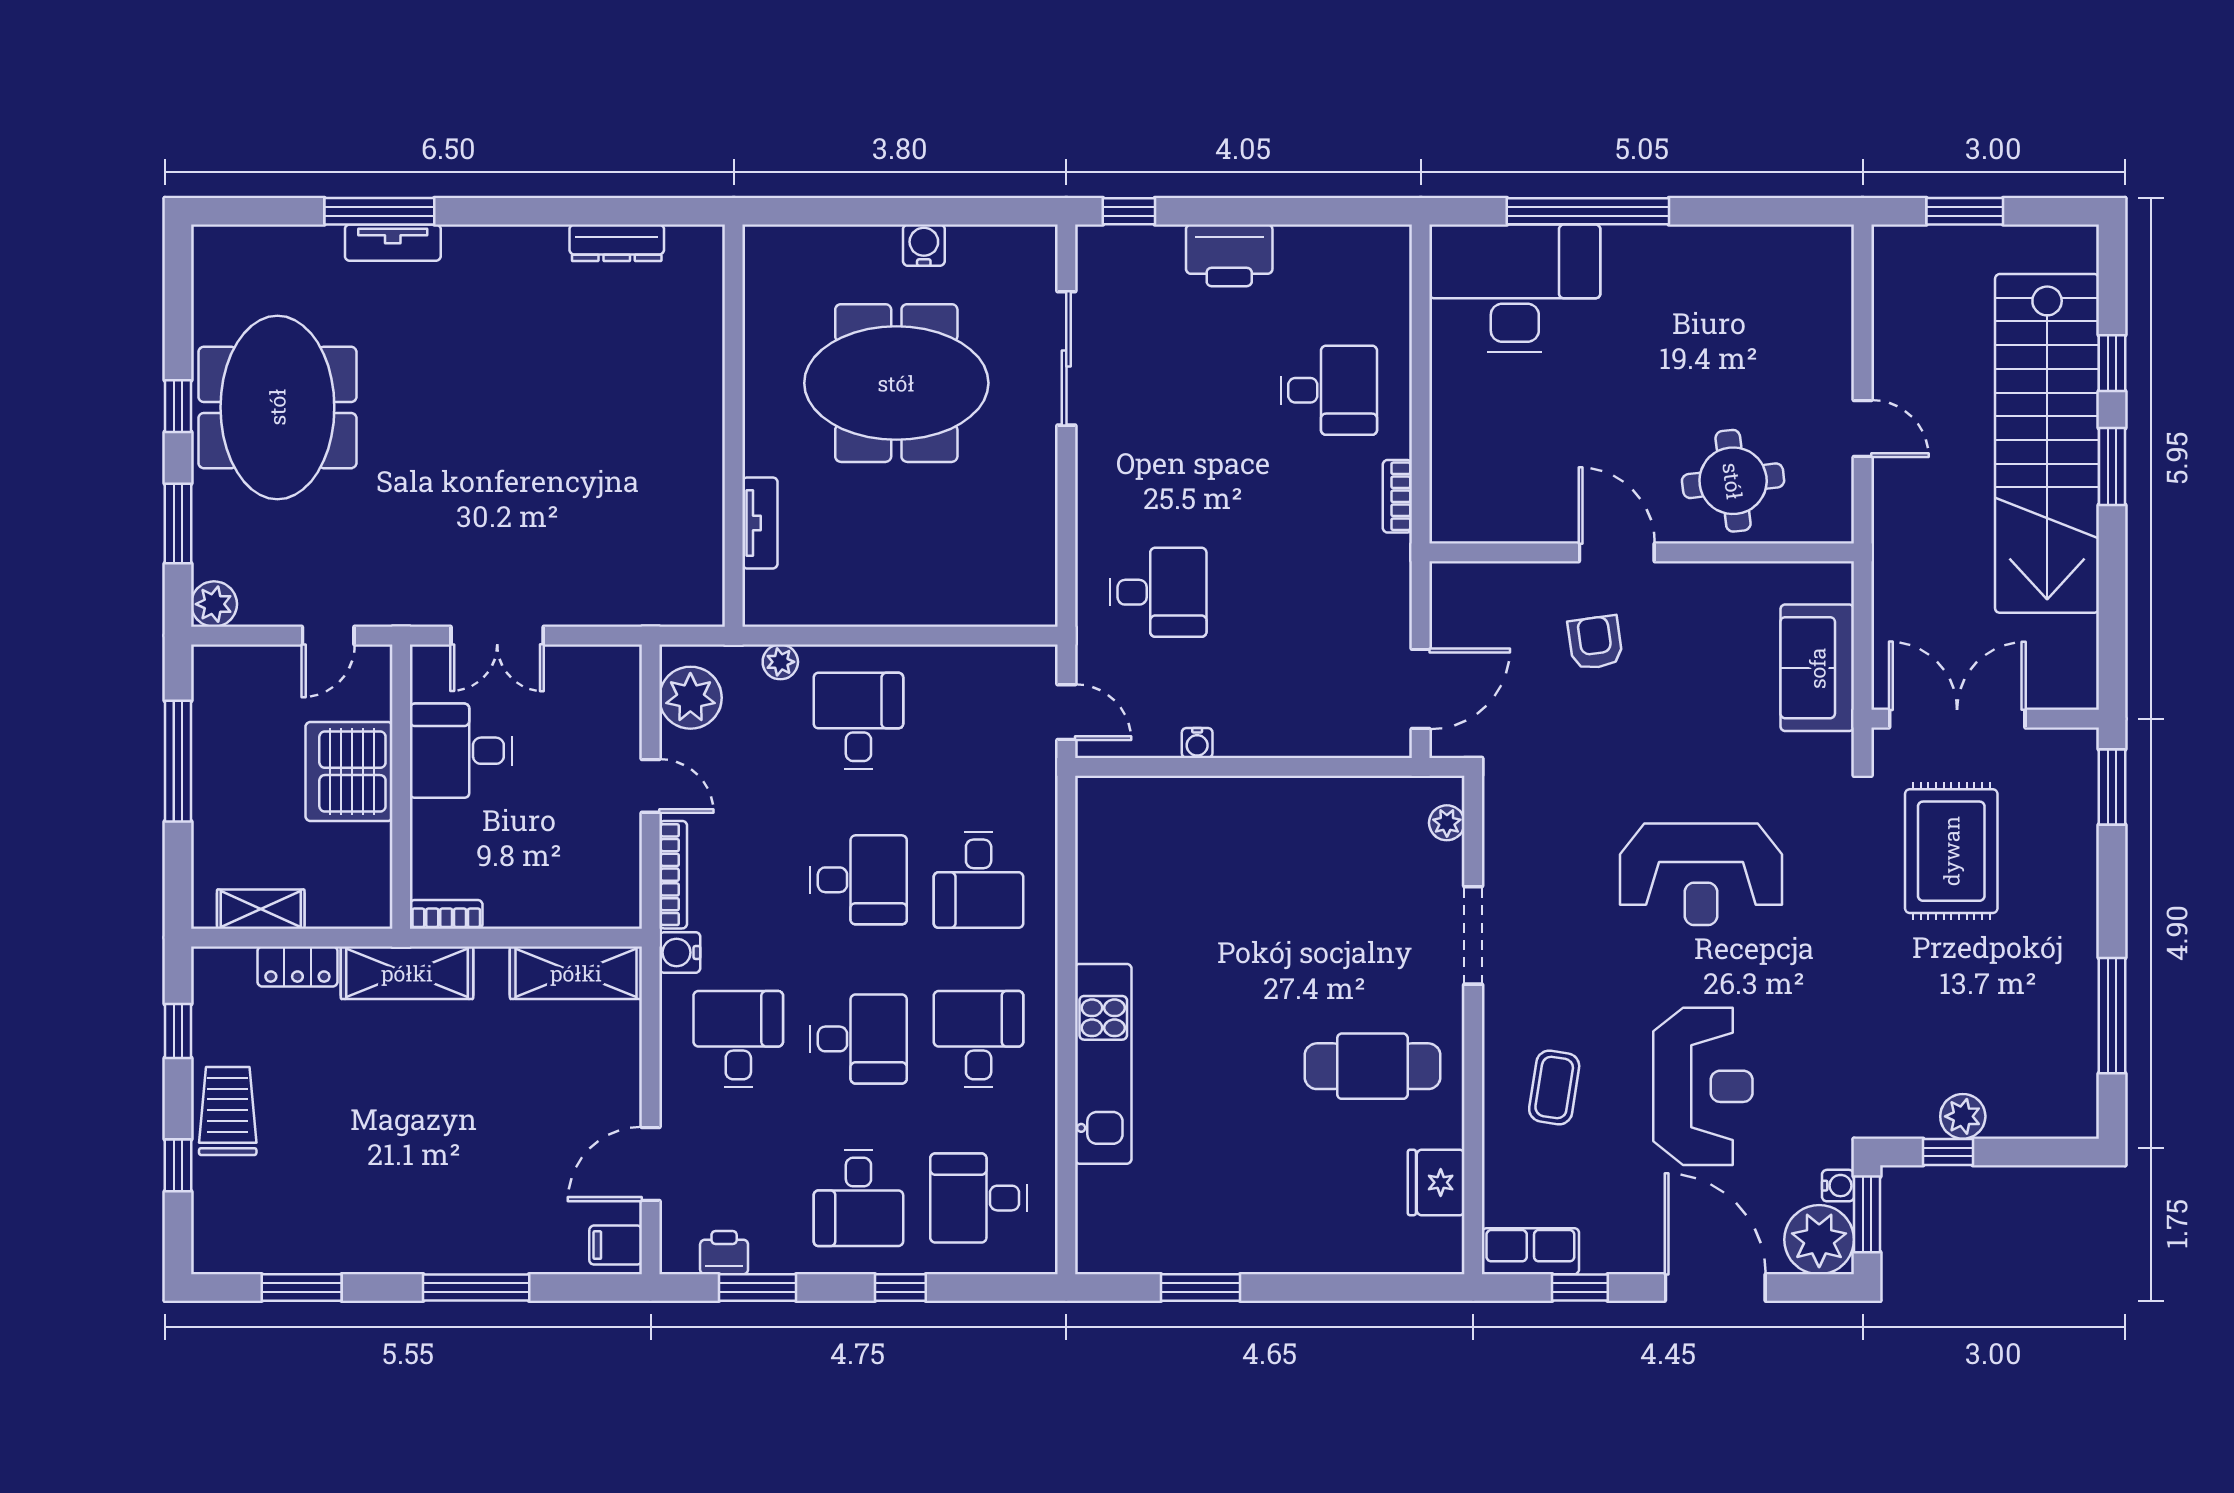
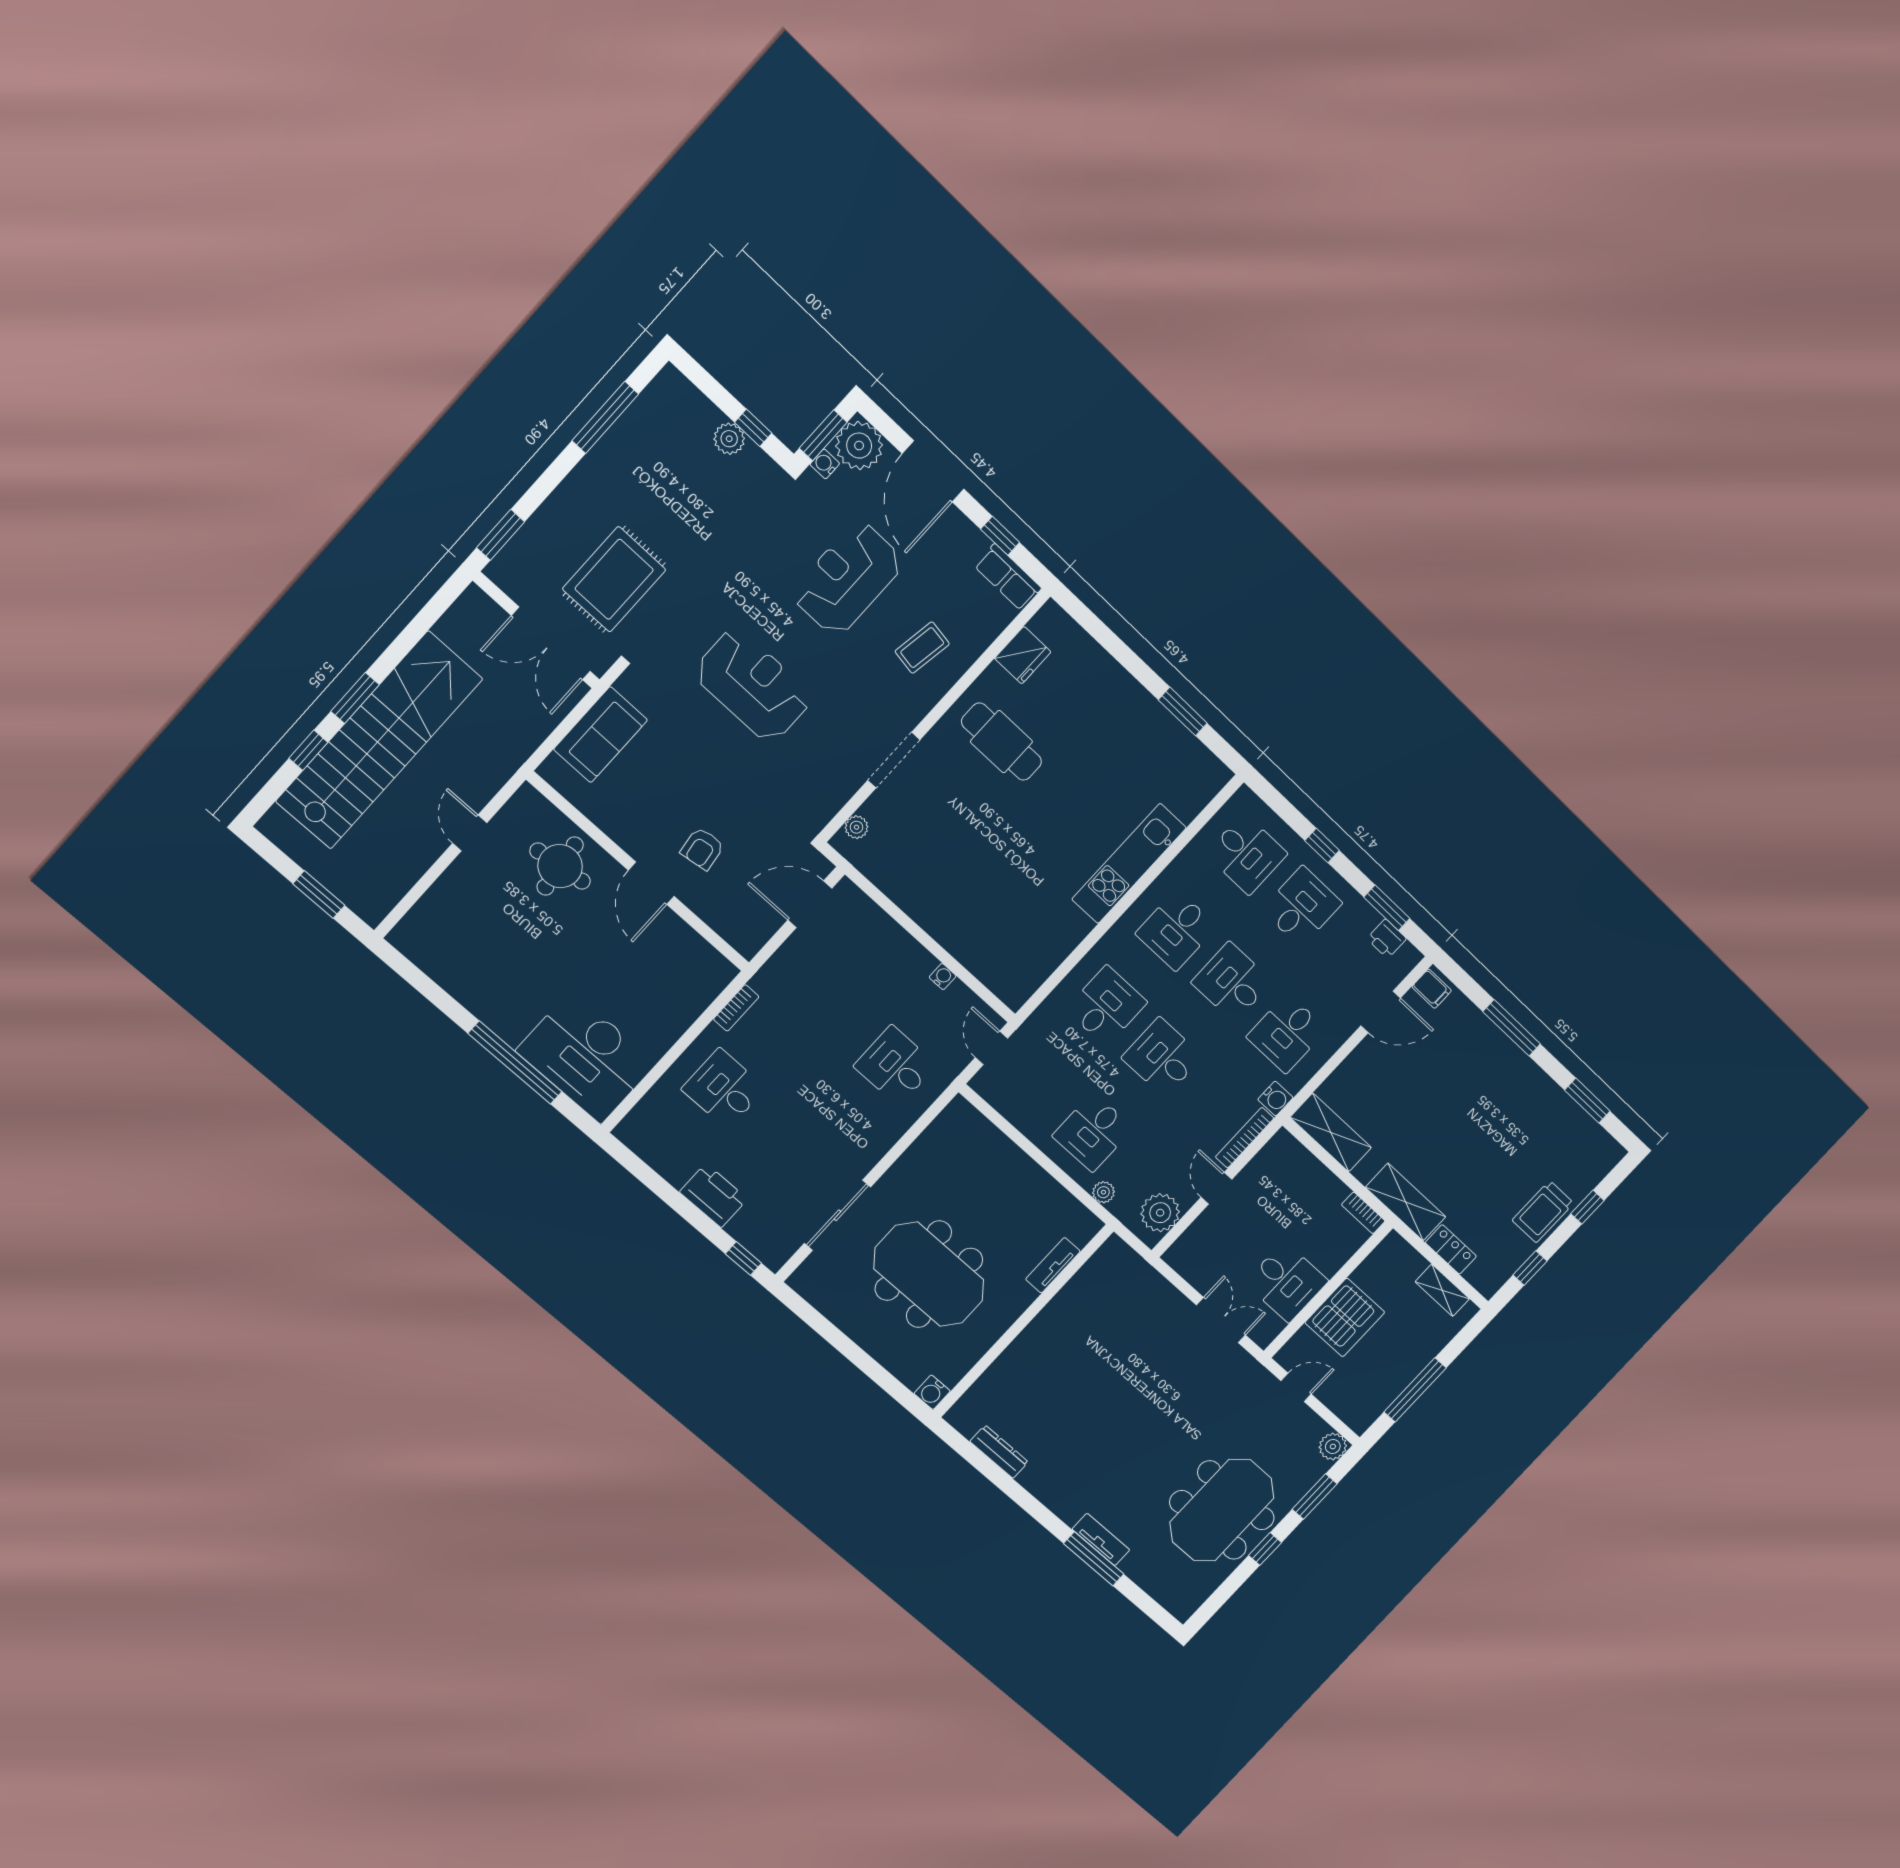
water cooler: (924, 245) -> (932, 1392), moved

